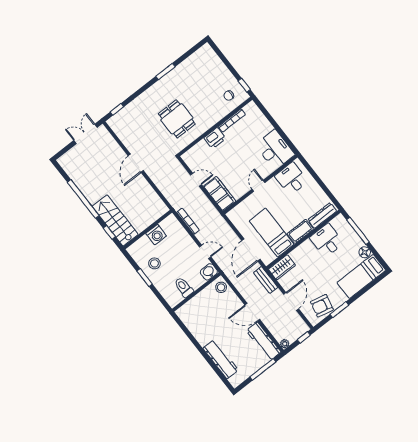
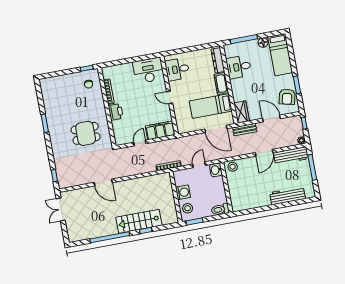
wall: (148, 229) -> (176, 197), moved
washing machine: (156, 235) -> (183, 192), moved
toilet: (184, 287) -> (220, 209), moved

